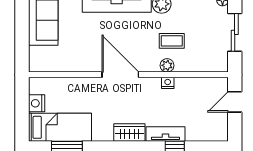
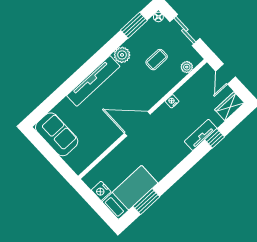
coffee table: (172, 41) -> (157, 60), moved
plant: (167, 65) -> (187, 67), moved
wardrobe: (129, 132) -> (230, 106), moved

